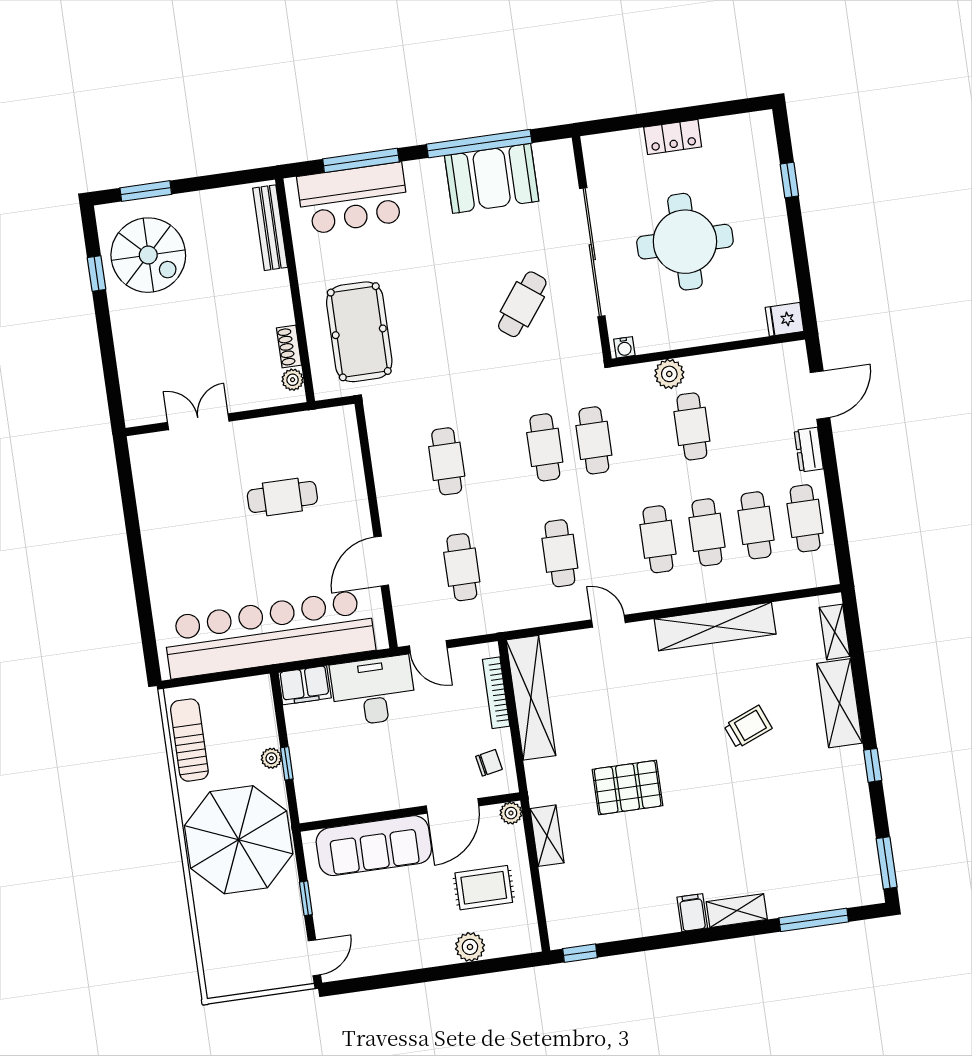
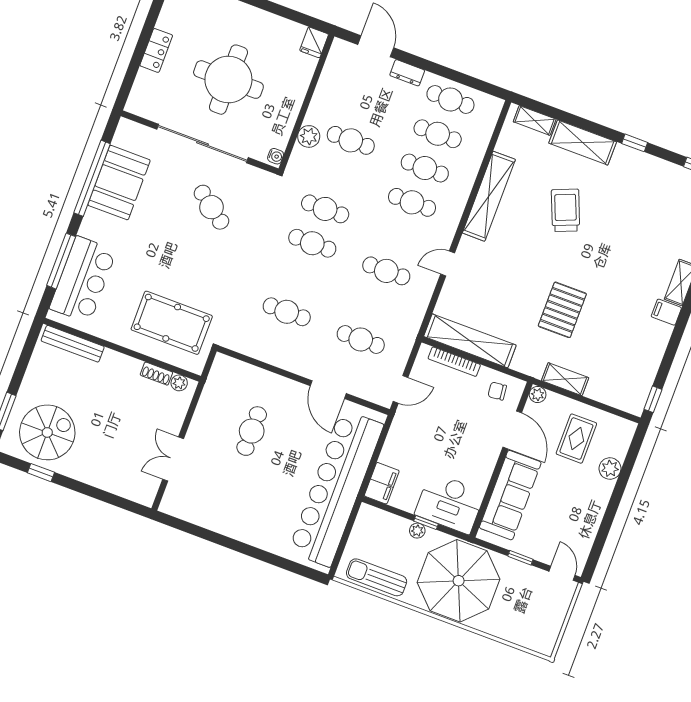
desk: (373, 691) -> (450, 503), moved, turned -90
trolley: (748, 727) -> (566, 210), width x1.36, depth x1.39
chair: (489, 763) -> (497, 391), turned -85

